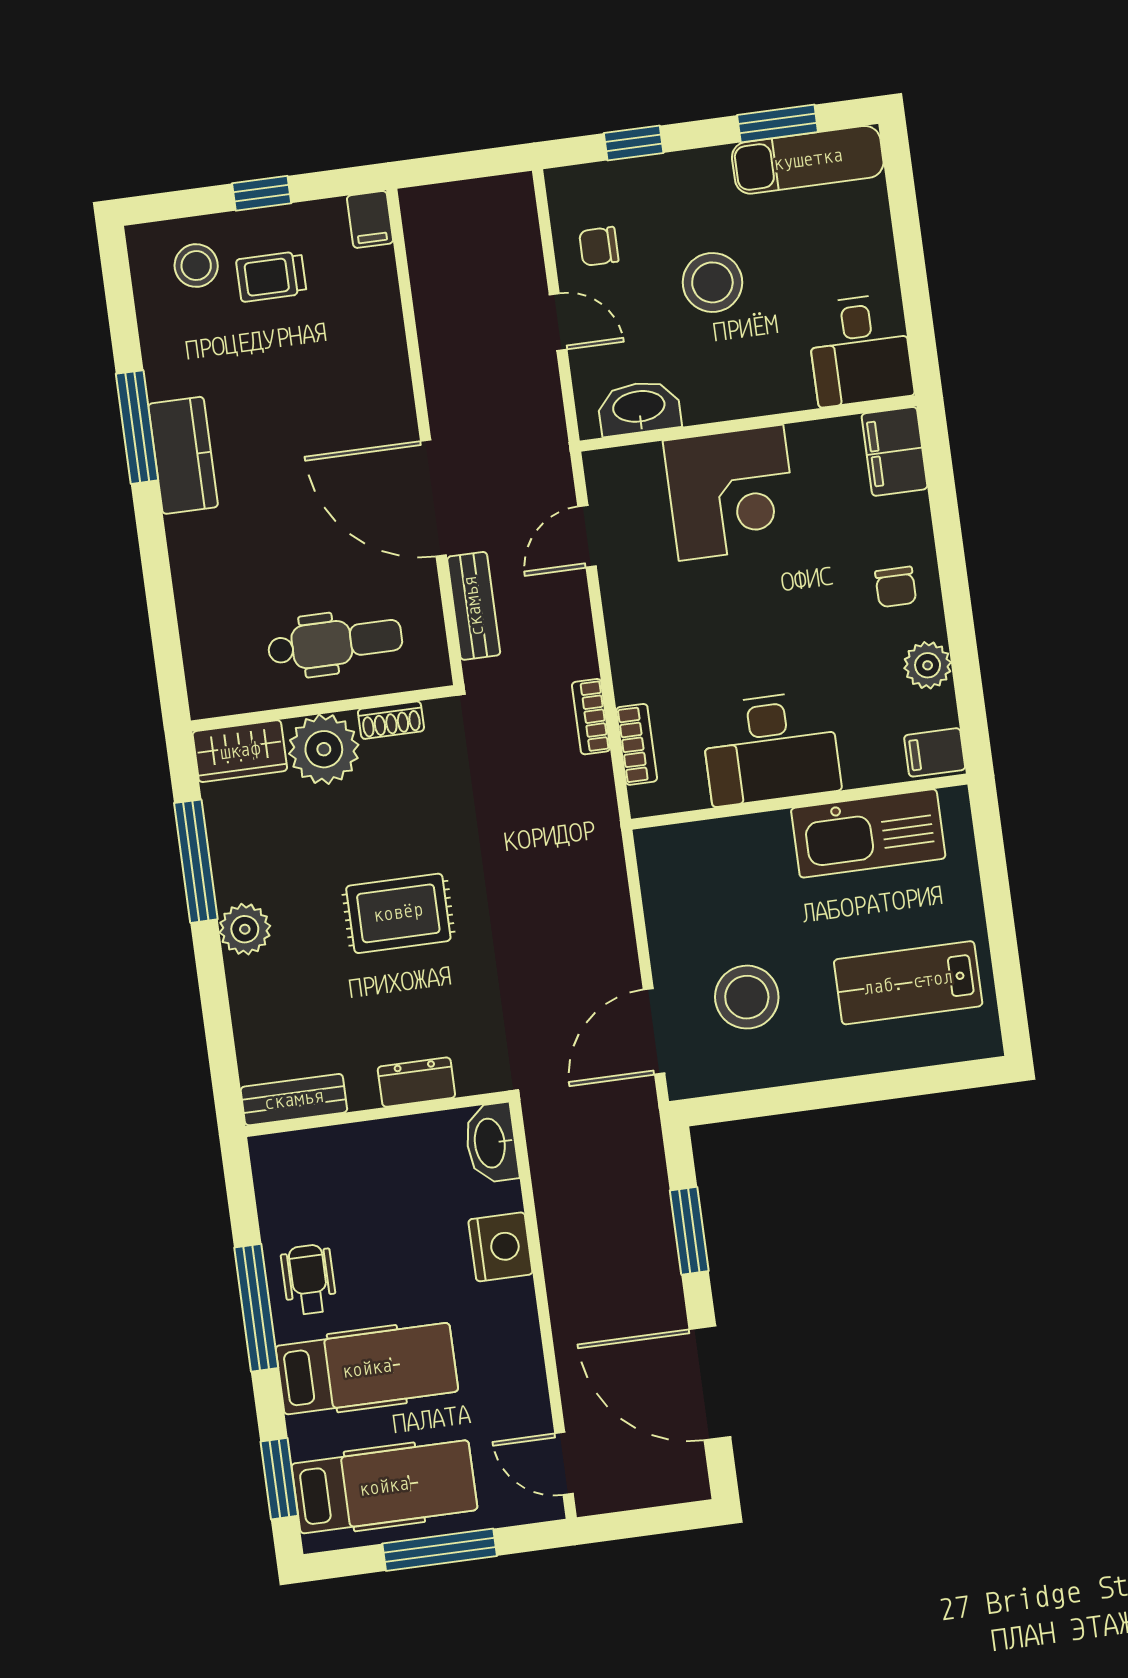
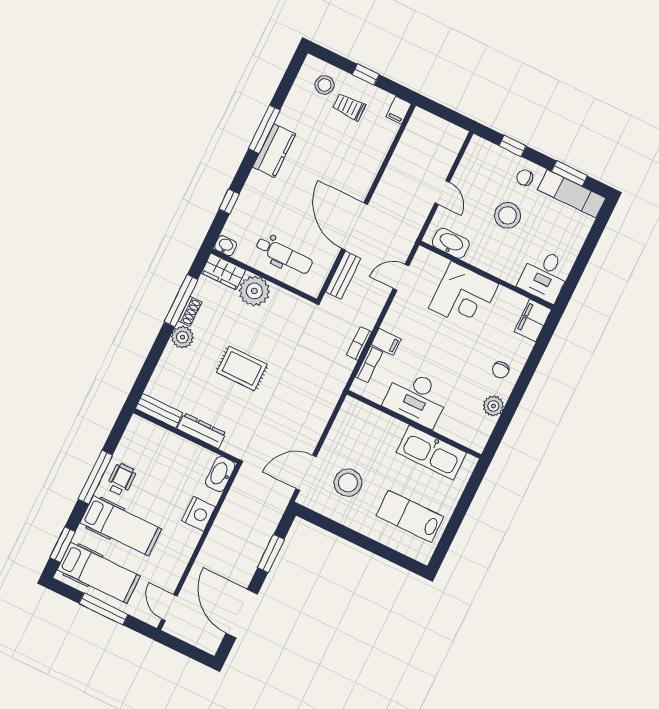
chair: (599, 246) -> (525, 178), moved
window: (162, 610) -> (229, 201), added
washbasin: (211, 699) -> (226, 246), added
shoe rack: (391, 720) -> (190, 311), moved, turned -90
filing cabinet: (935, 752) -> (386, 342), moved, turned 180
dresser: (416, 1082) -> (202, 431), width x1.44

